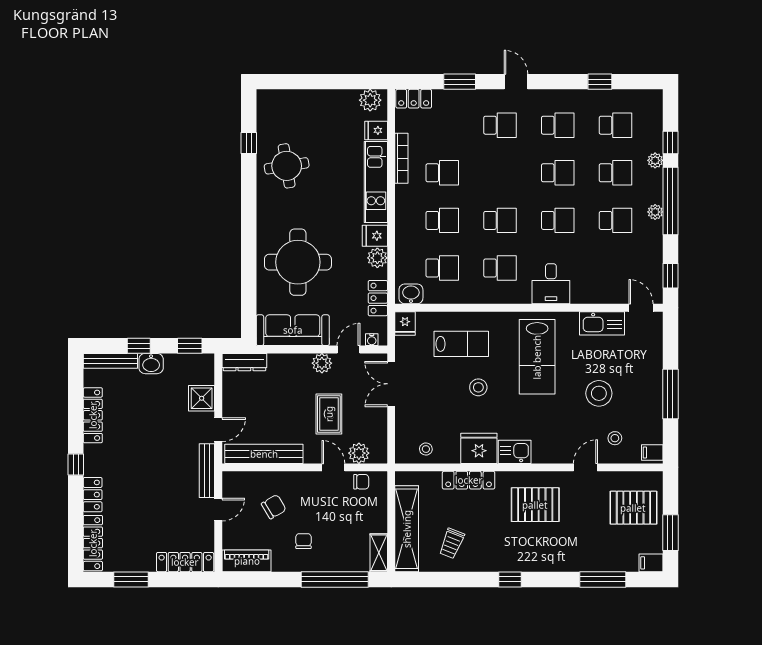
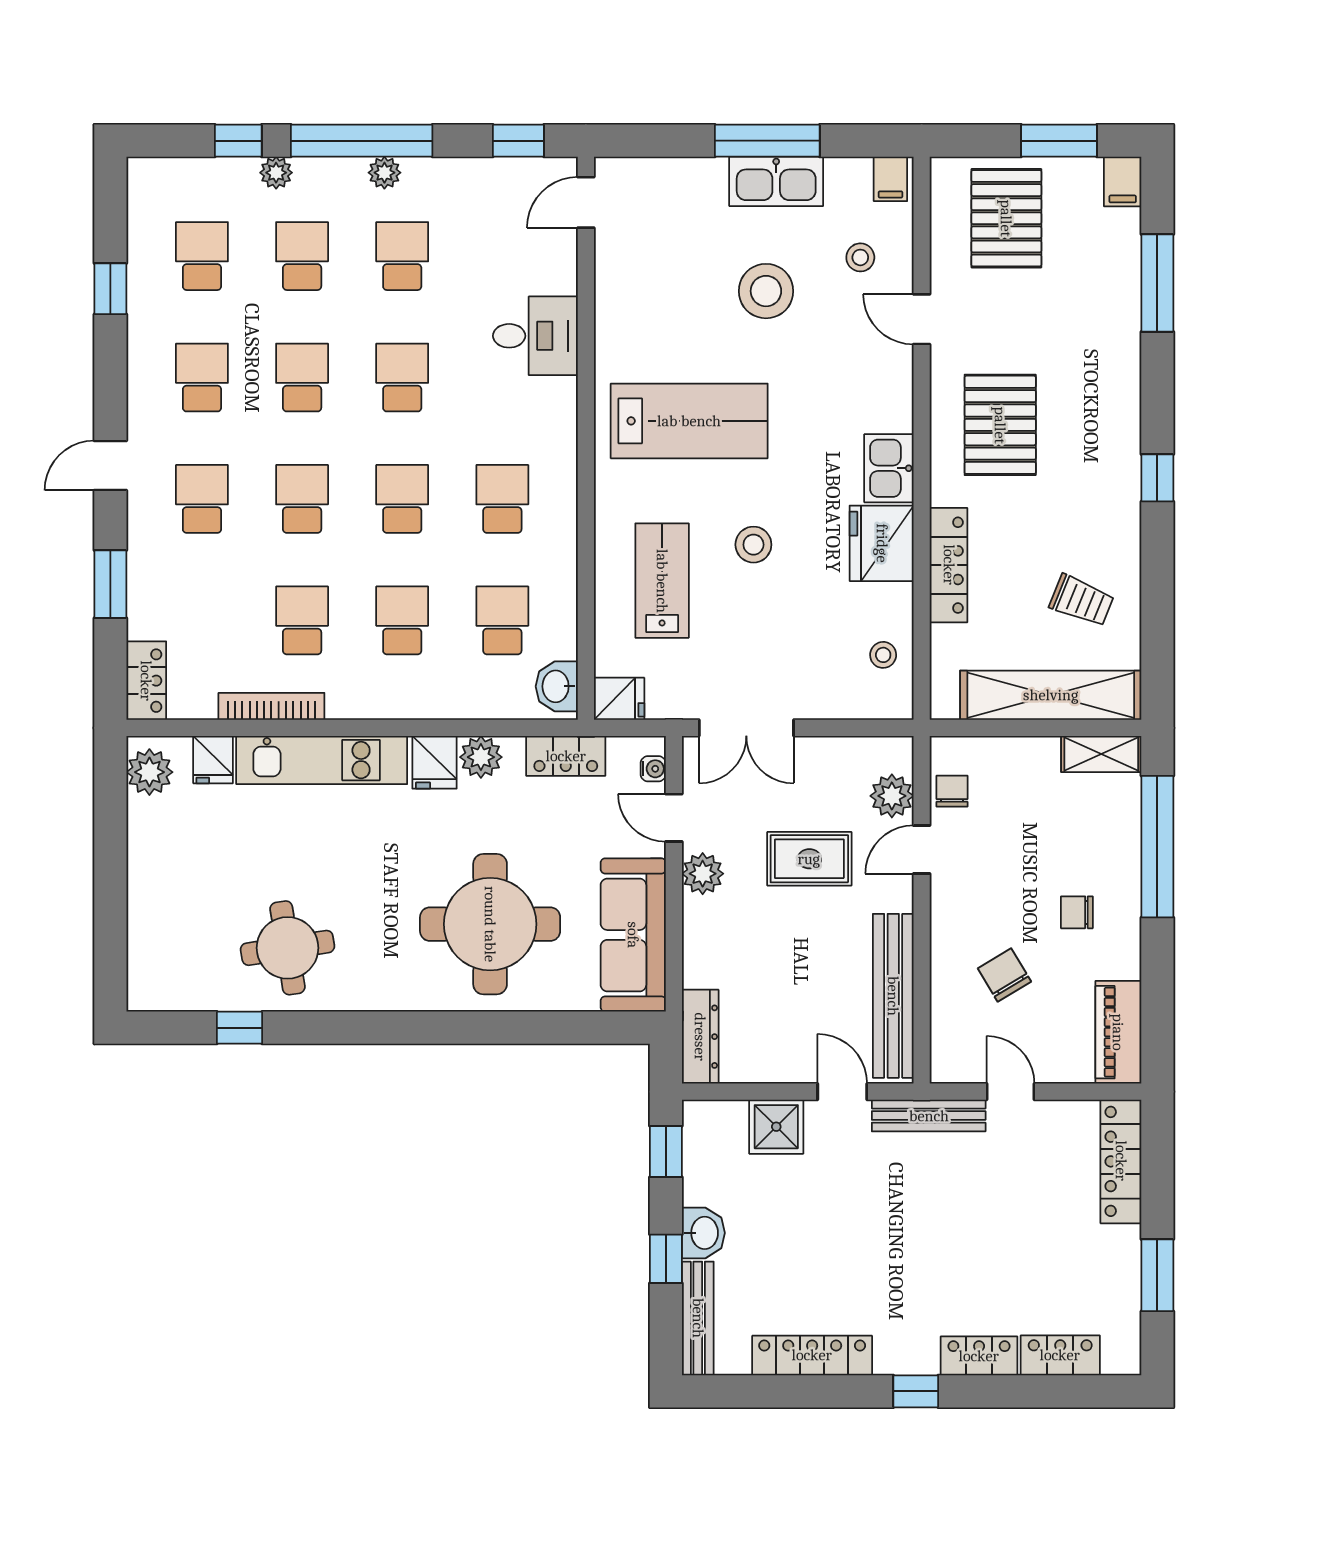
school desk: (500, 173) -> (302, 499), added
desk: (551, 284) -> (535, 336), moved
kitchen sink: (602, 323) -> (776, 181), moved, turned 90
locker: (93, 543) -> (1060, 1355), width x0.66

